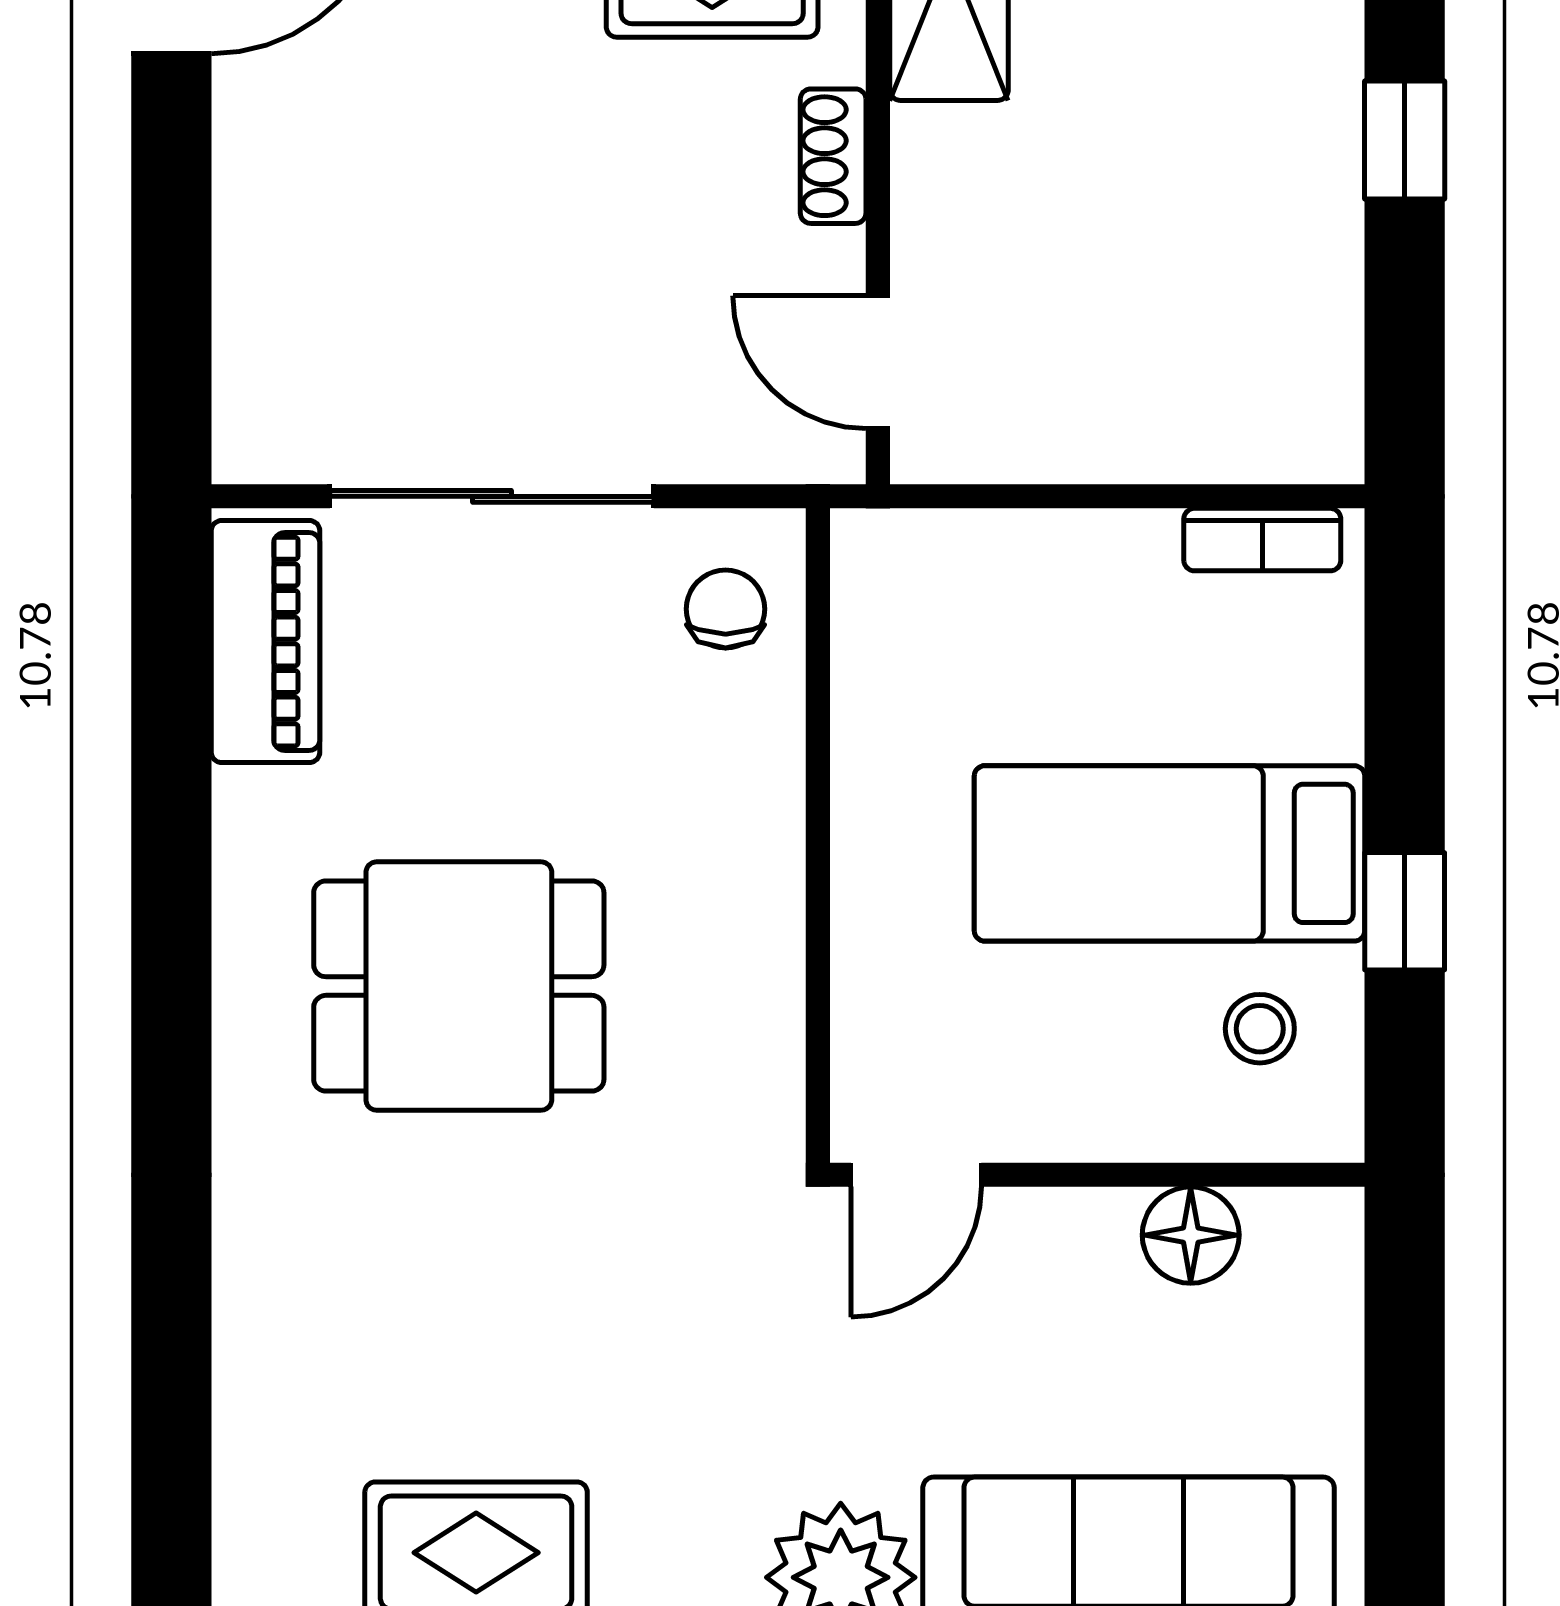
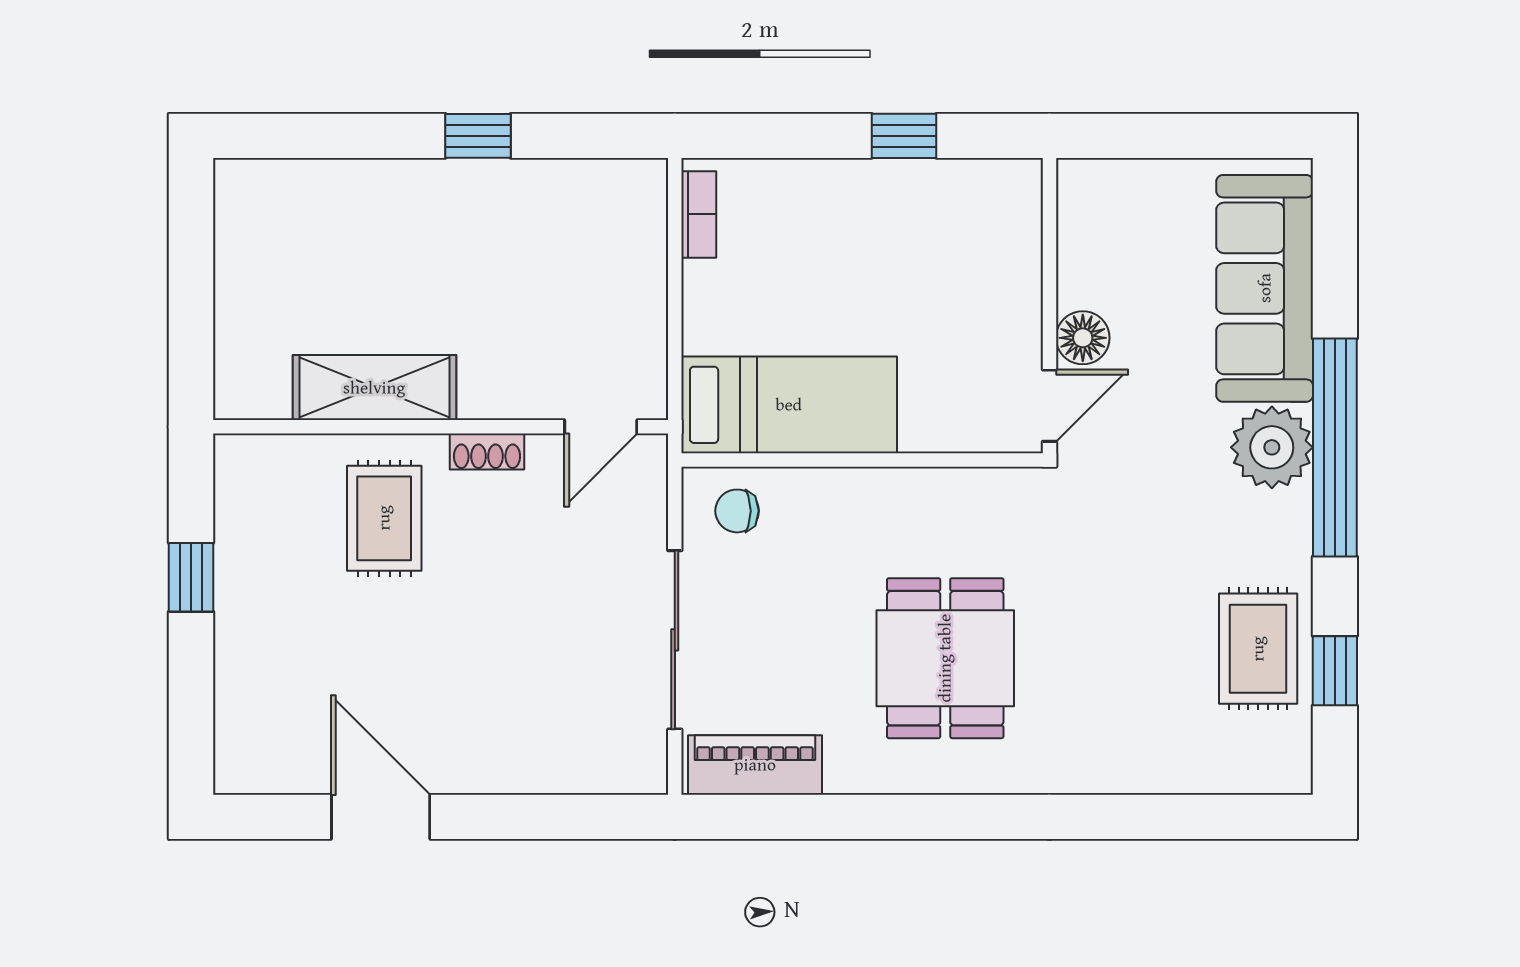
bed: (1170, 853) -> (789, 405), moved, turned -90
stool: (1260, 1029) -> (969, 216), removed
door: (916, 1175) -> (1049, 406), hinge flipped
floor lamp: (1191, 1235) -> (1083, 338), moved

